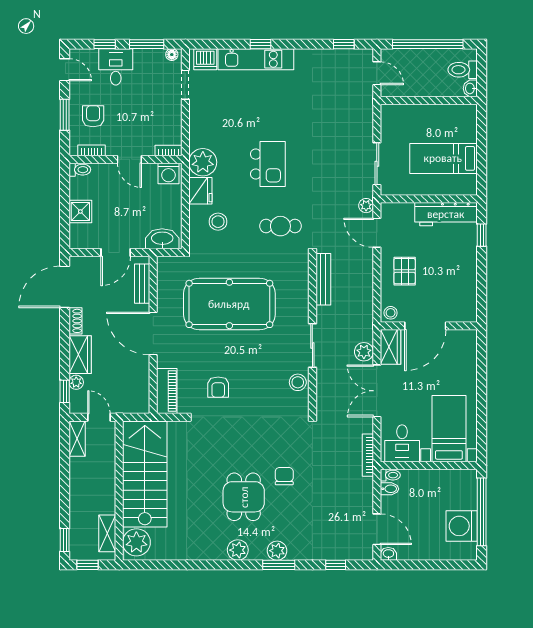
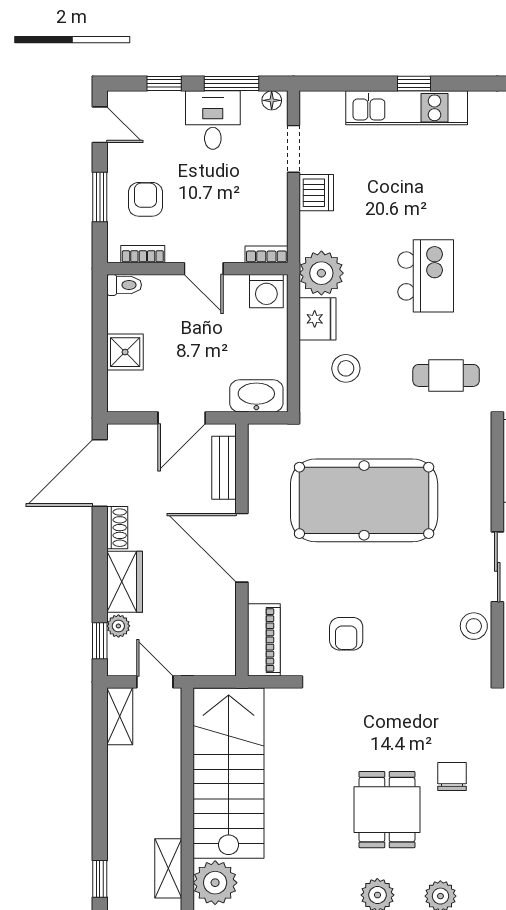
dishwasher: (205, 59) -> (316, 193), moved, turned -90
desk: (116, 67) -> (213, 120), moved

